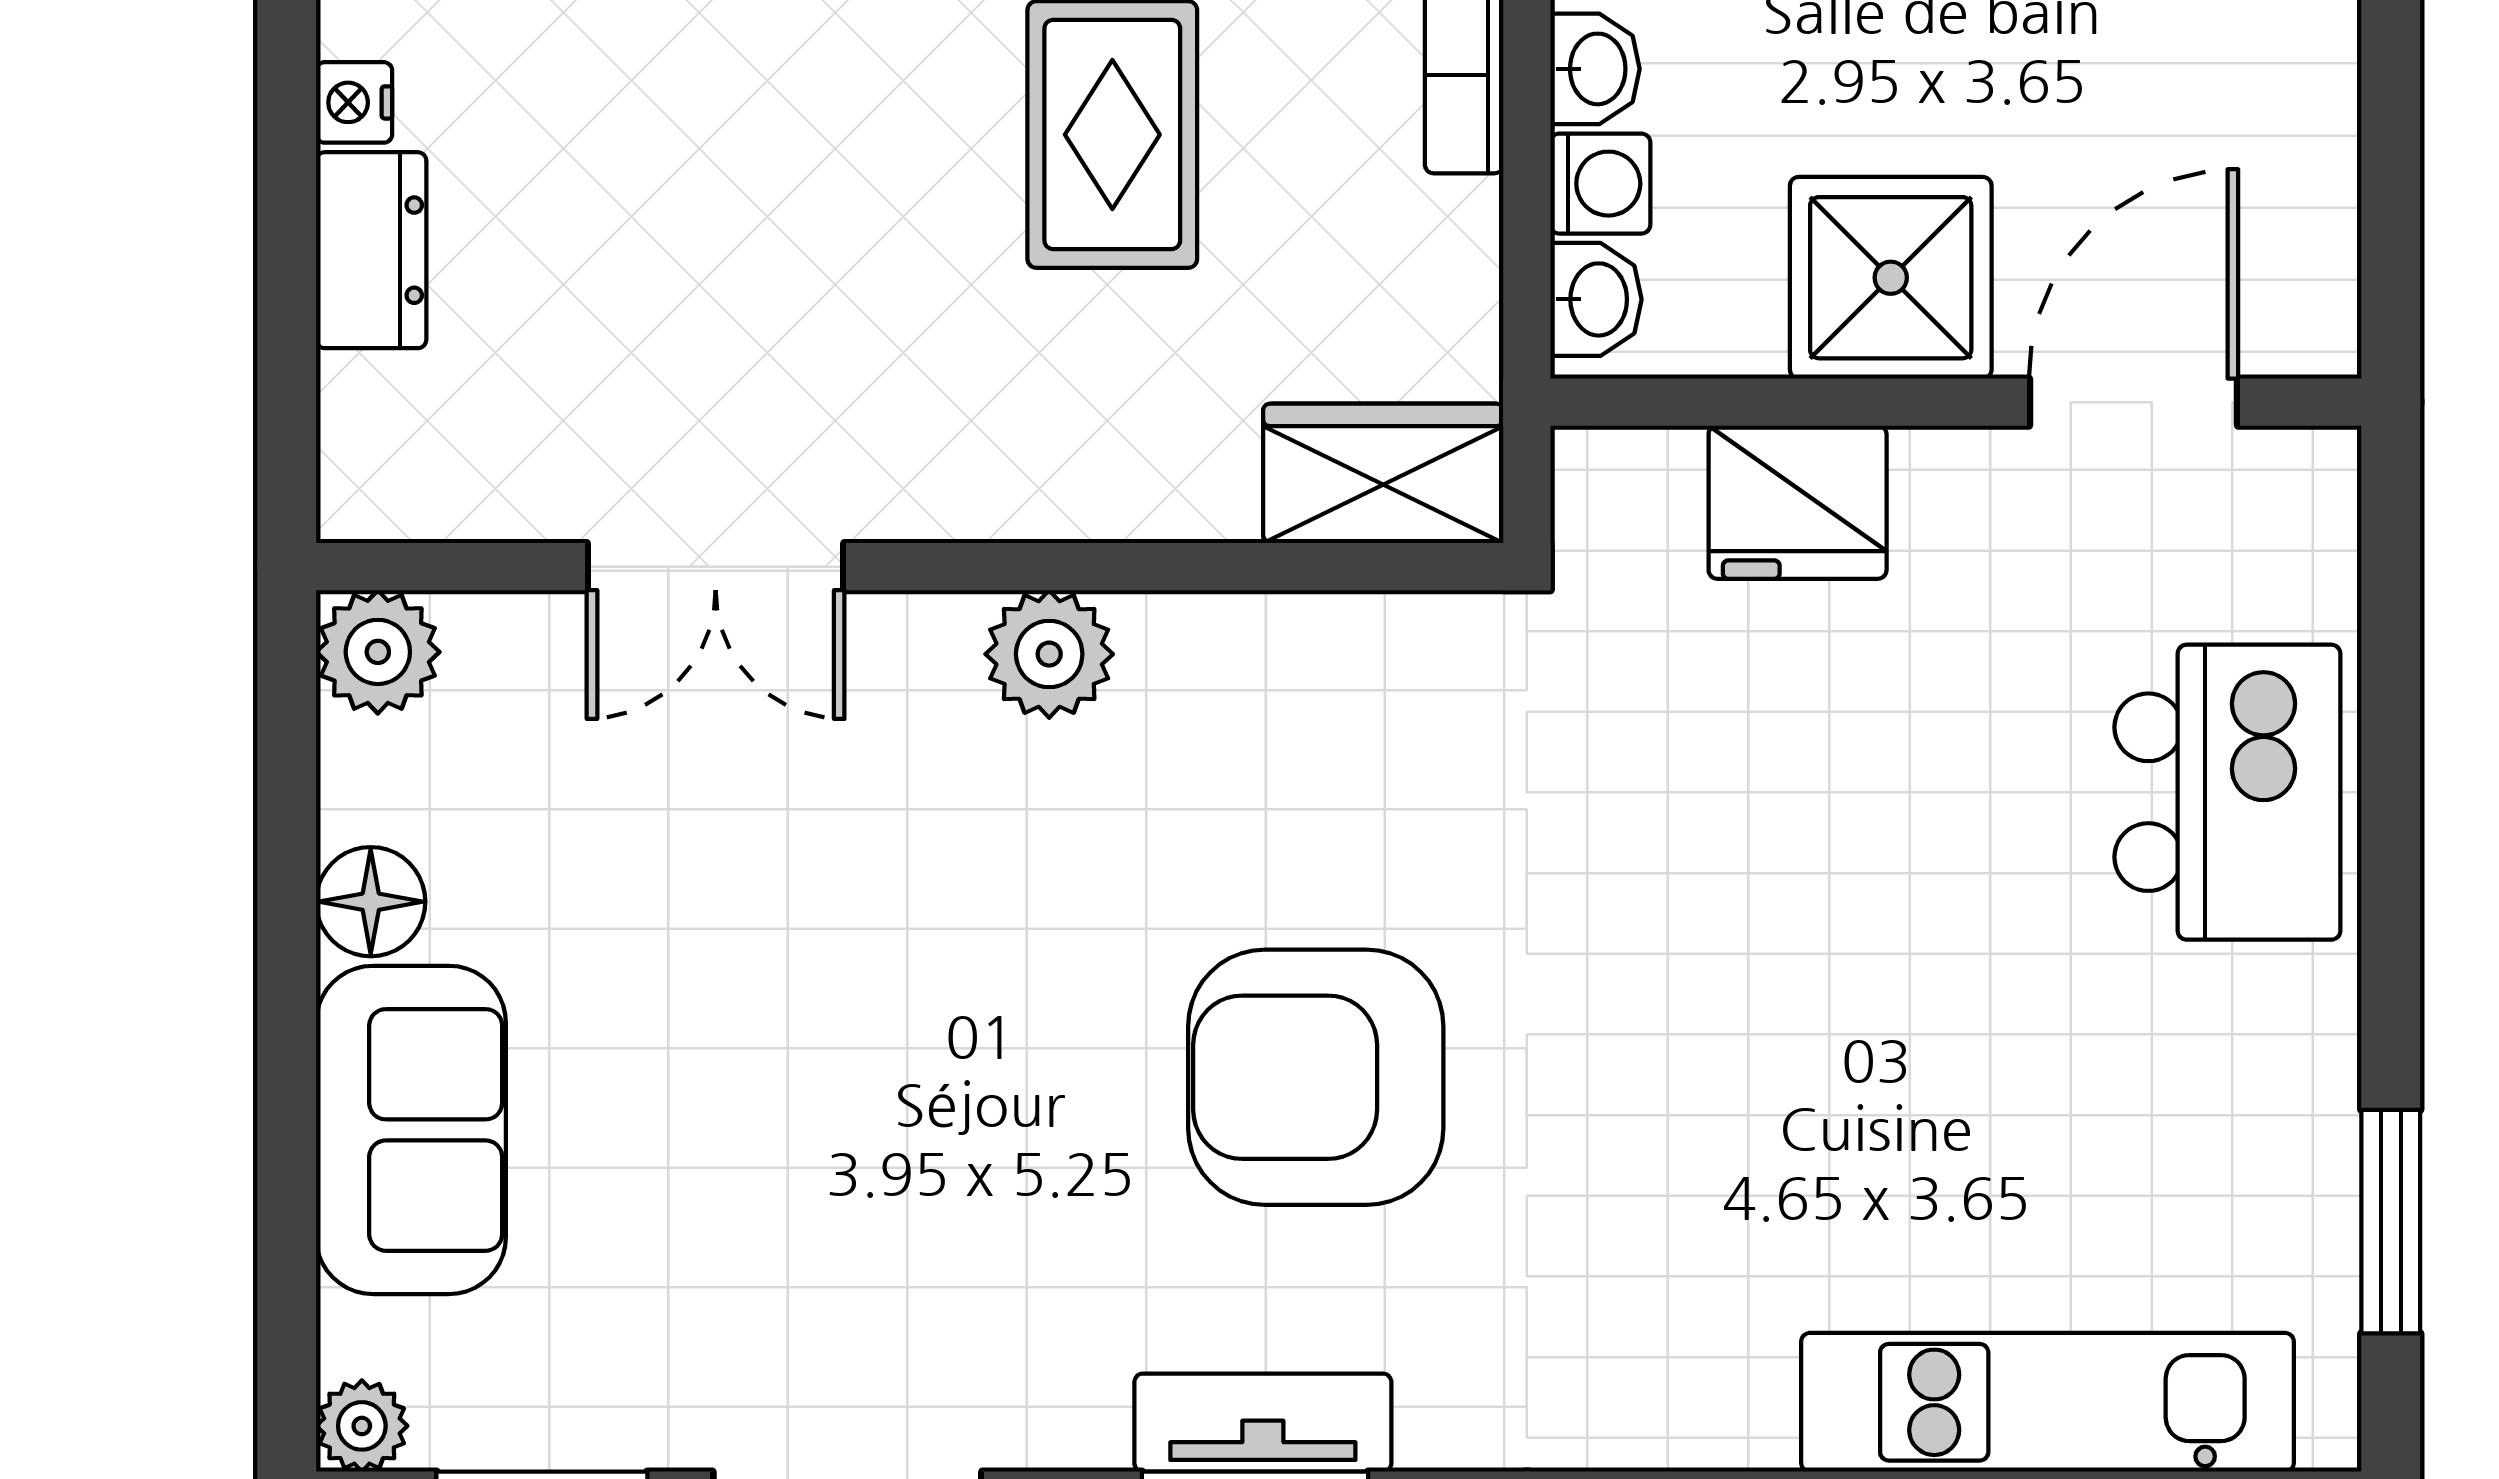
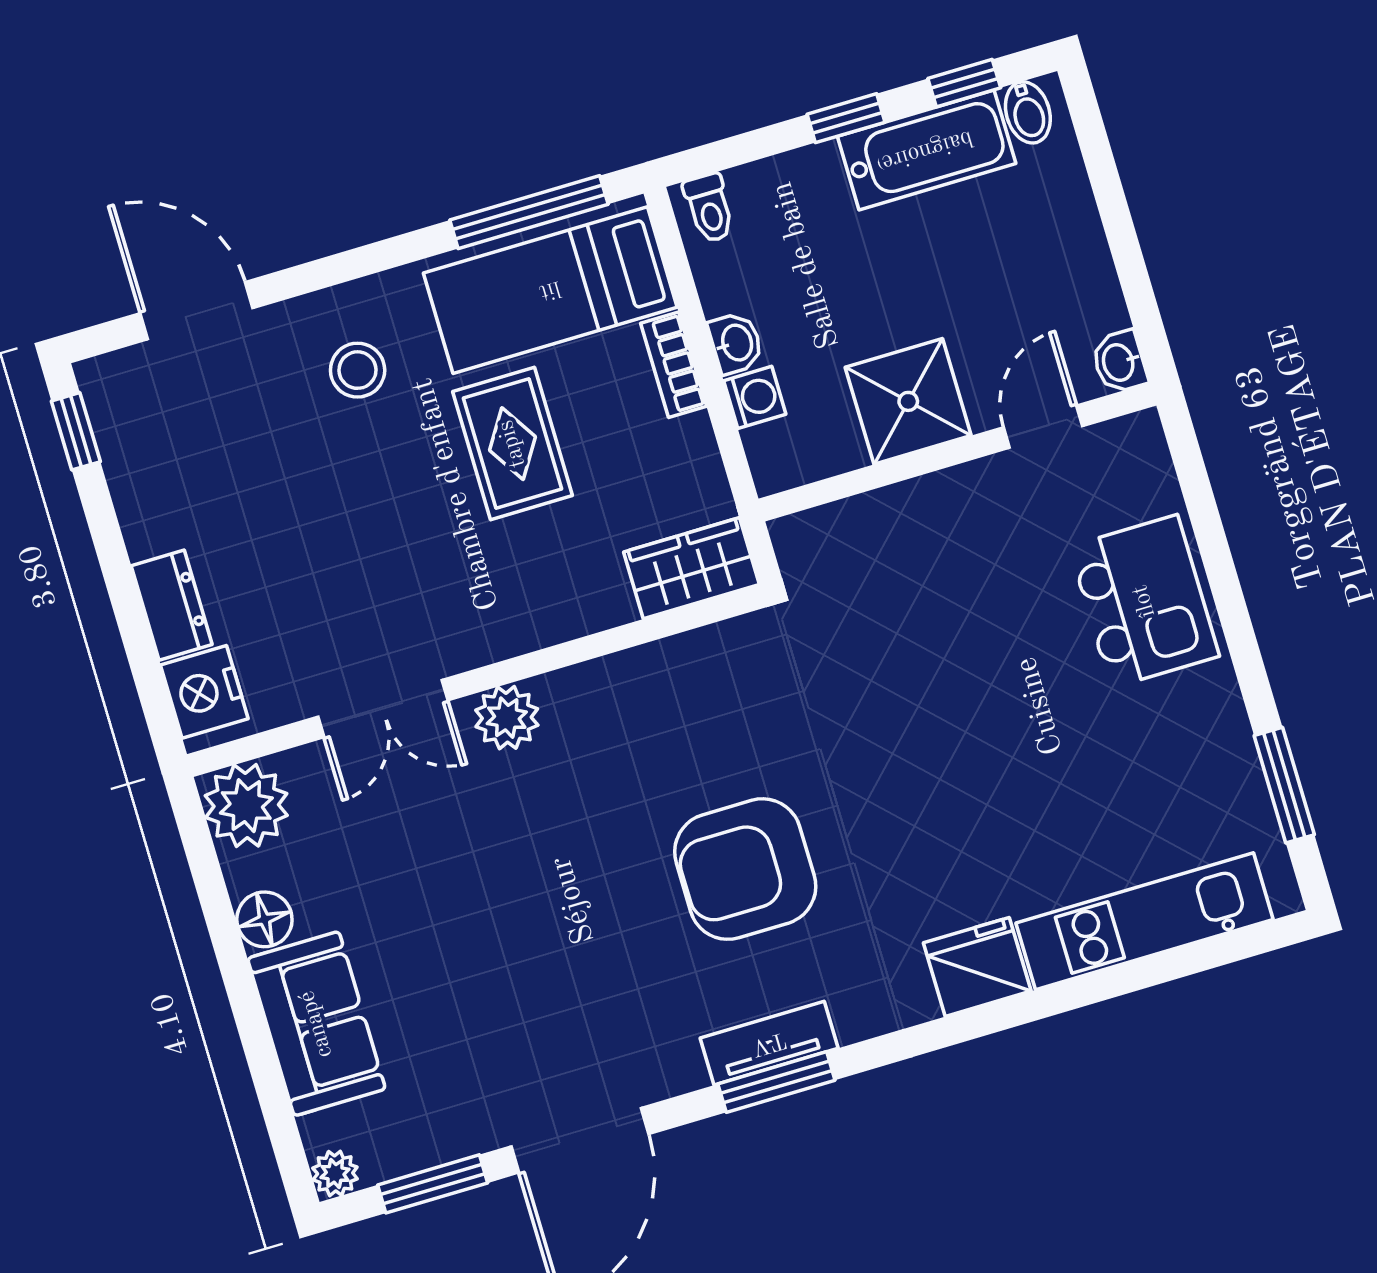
nightstand: (354, 102) -> (204, 692), moved, width x1.89, depth x1.79
washbasin: (1596, 299) -> (1119, 362), moved, turned 180
door: (2133, 402) -> (1043, 427), width x0.73
fridge: (1798, 502) -> (977, 967), moved, turned 180
plant: (378, 652) -> (246, 806), width x1.36, depth x1.36
plant: (1049, 654) -> (507, 718), moved

